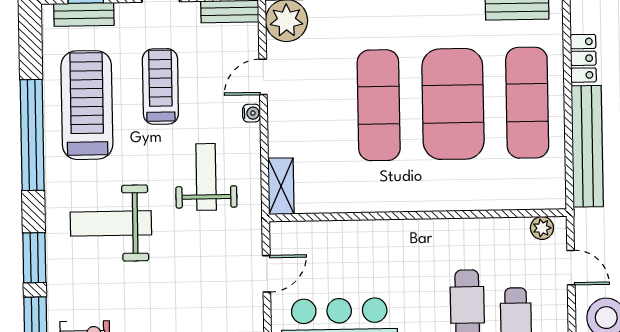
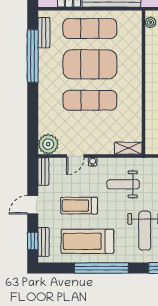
door: (263, 77) -> (75, 156), hinge flipped

